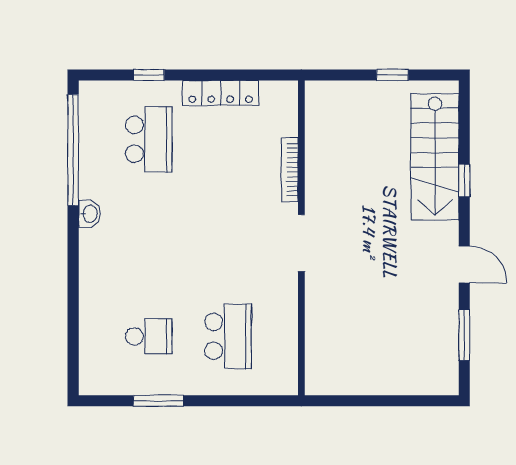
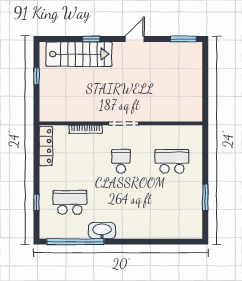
locker: (221, 93) -> (46, 146), moved
washbasin: (90, 214) -> (102, 231), width x1.91, depth x1.45
window: (464, 335) -> (183, 39), moved
school desk: (149, 336) -> (121, 161), moved

